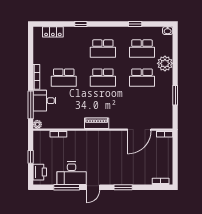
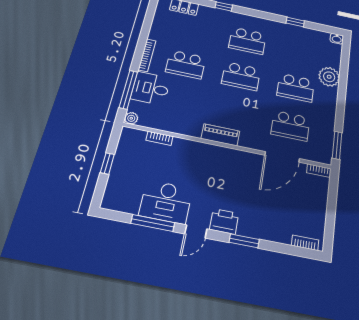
school desk: (142, 49) -> (290, 126), moved
window: (175, 95) -> (337, 145), moved
printer: (40, 172) -> (224, 221), moved, turned -90

